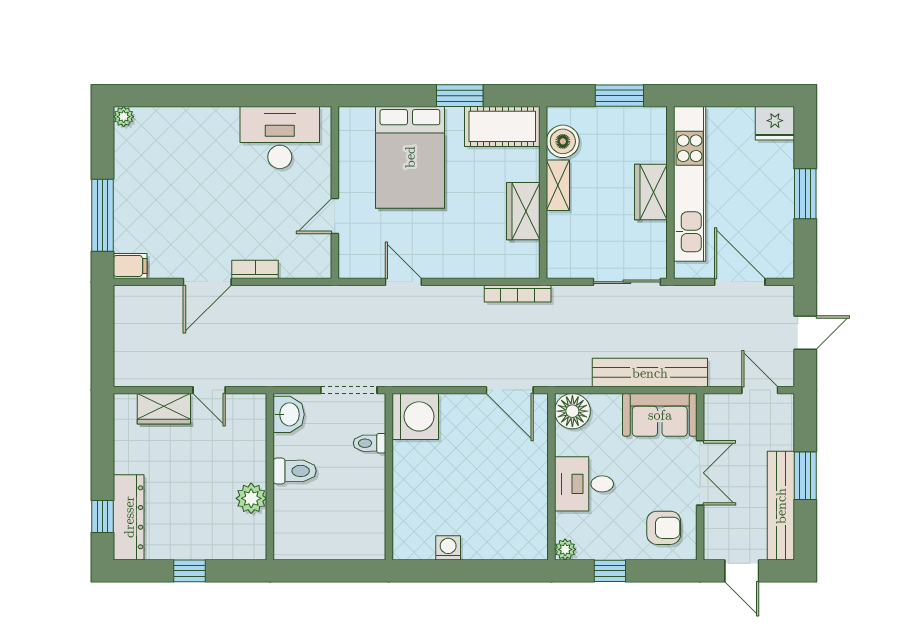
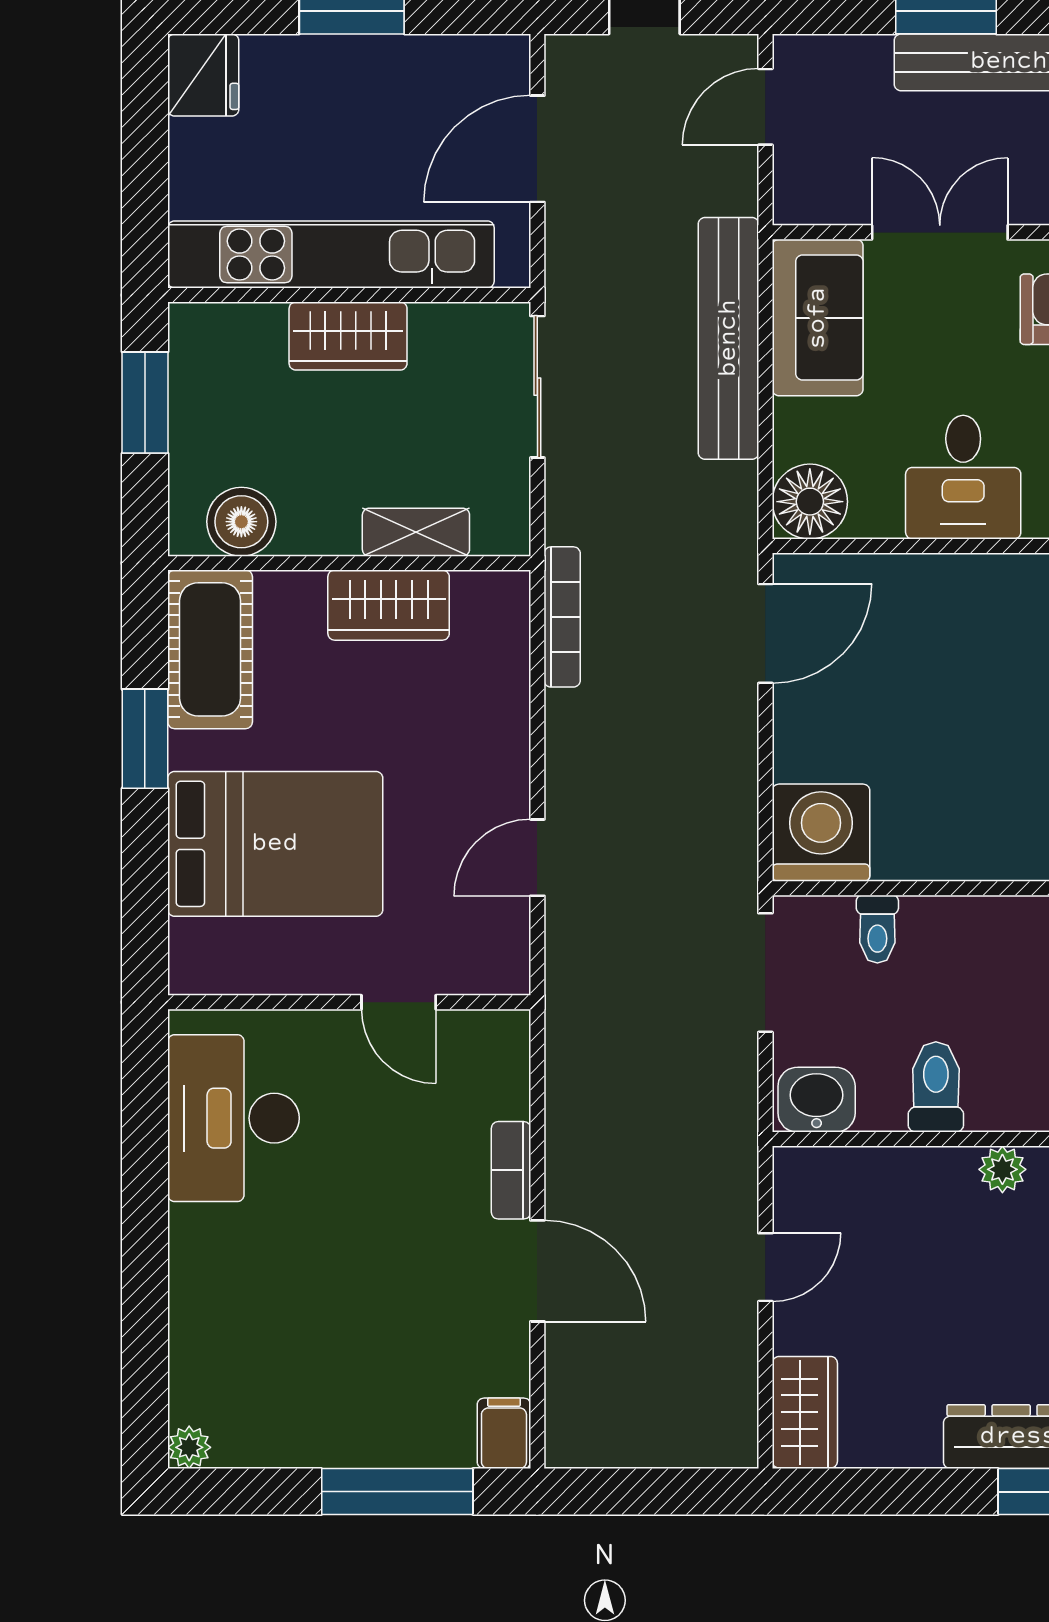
shelving: (558, 185) -> (416, 532), moved
wardrobe: (164, 409) -> (805, 1412), moved
plant: (251, 498) -> (1002, 1169), width x0.73, depth x0.73

